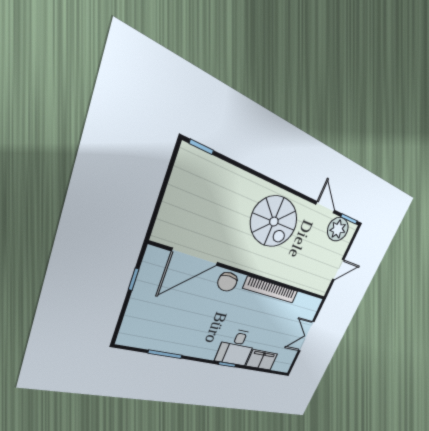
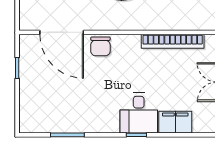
door: (195, 257) -> (62, 32), hinge flipped
bookcase: (271, 290) -> (173, 41), moved

